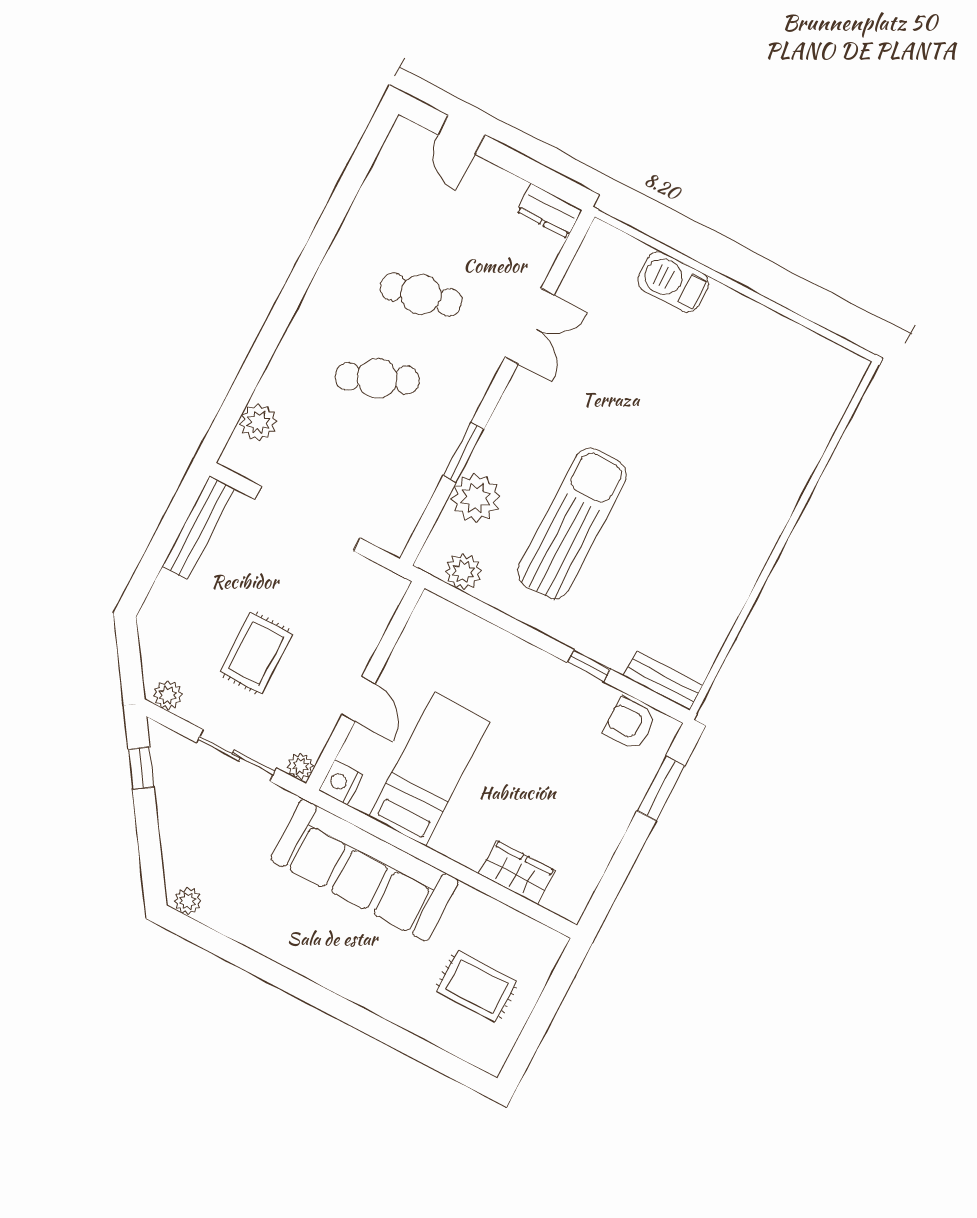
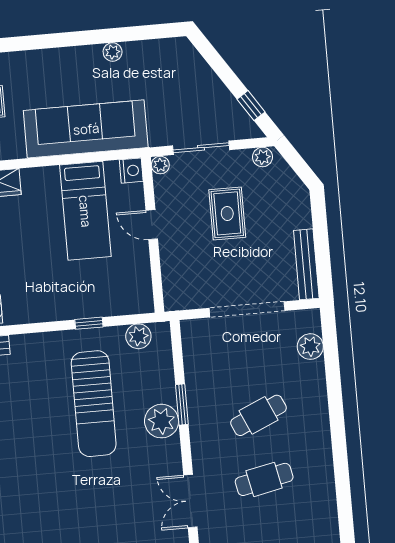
plant: (476, 498) -> (162, 421), moved
window: (589, 666) -> (89, 323), moved
plant: (188, 901) -> (113, 52), moved

